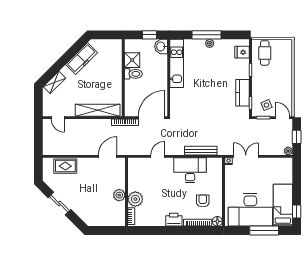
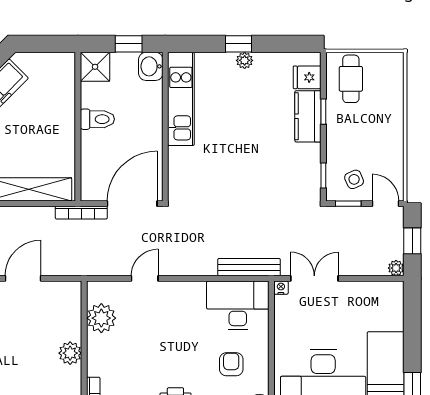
window: (207, 35) -> (238, 44), width x0.46
shower: (132, 60) -> (95, 67), moved
kitchen counter: (242, 93) -> (308, 116), moved
bench: (201, 151) -> (249, 267), moved
door: (108, 156) -> (23, 278), moved
desk: (190, 170) -> (238, 305), moved
plant: (135, 199) -> (101, 318), moved

